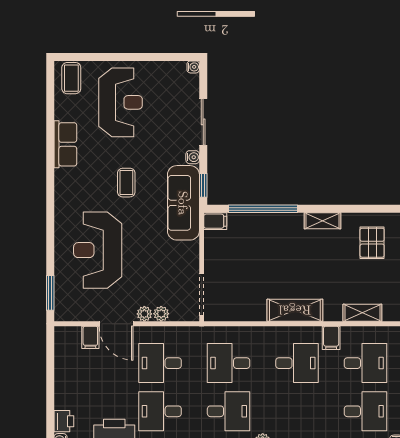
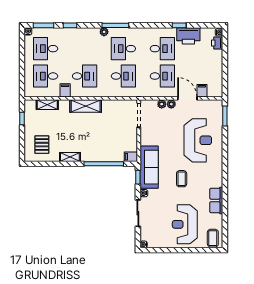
desk: (297, 363) -> (84, 76), turned 180

